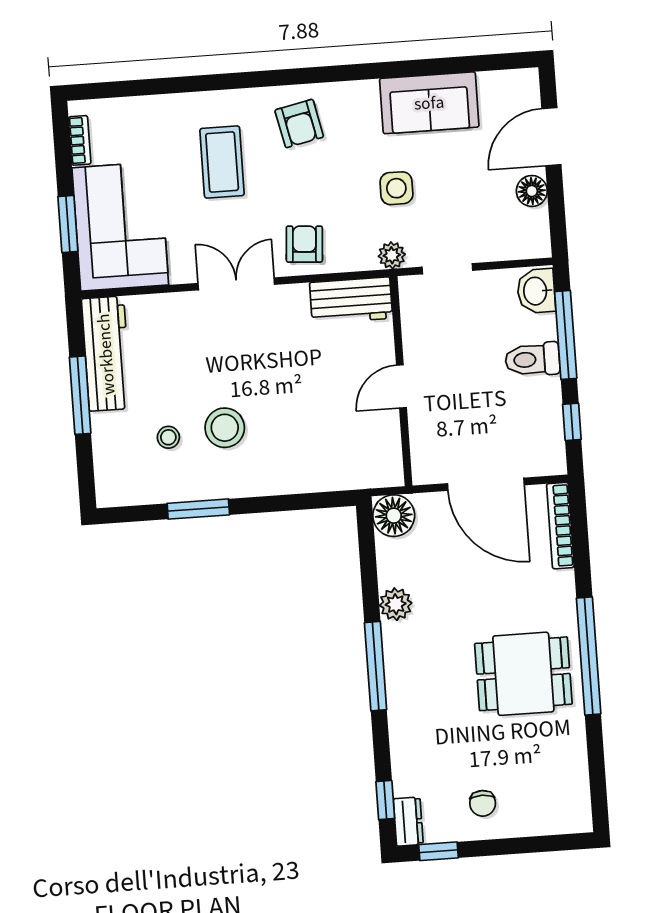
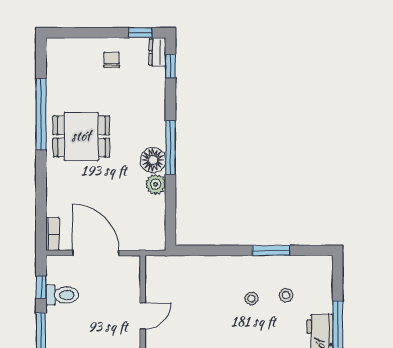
toilet: (532, 359) -> (62, 295), moved
stool: (225, 428) -> (251, 299), width x0.53, depth x0.53
floor lamp: (394, 516) -> (153, 160), moved
bookcase: (560, 526) -> (52, 234), width x0.64
window: (589, 656) -> (41, 114), moved

